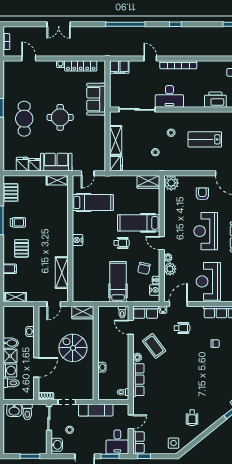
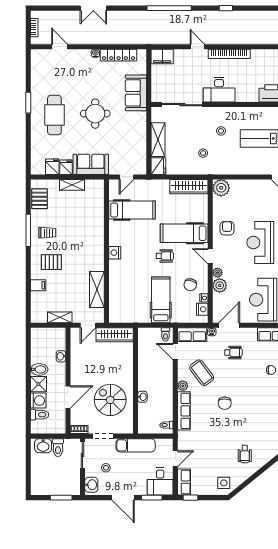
shelving: (57, 180) -> (72, 185), moved
wardrobe: (148, 182) -> (189, 187), width x1.50
armchair: (202, 194) -> (227, 228), moved
pallet: (21, 248) -> (51, 262), turned 90
shelving: (16, 297) -> (60, 317), moved
wardrobe: (83, 313) -> (115, 335), width x1.50
spiral stairs: (73, 348) -> (110, 400), moved
chair: (174, 373) -> (225, 403), added

